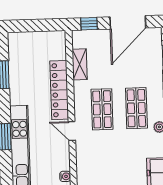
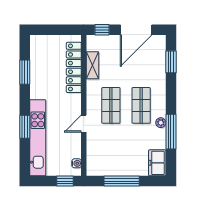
locker: (59, 90) -> (74, 67), moved
door: (72, 131) -> (84, 124), hinge flipped

